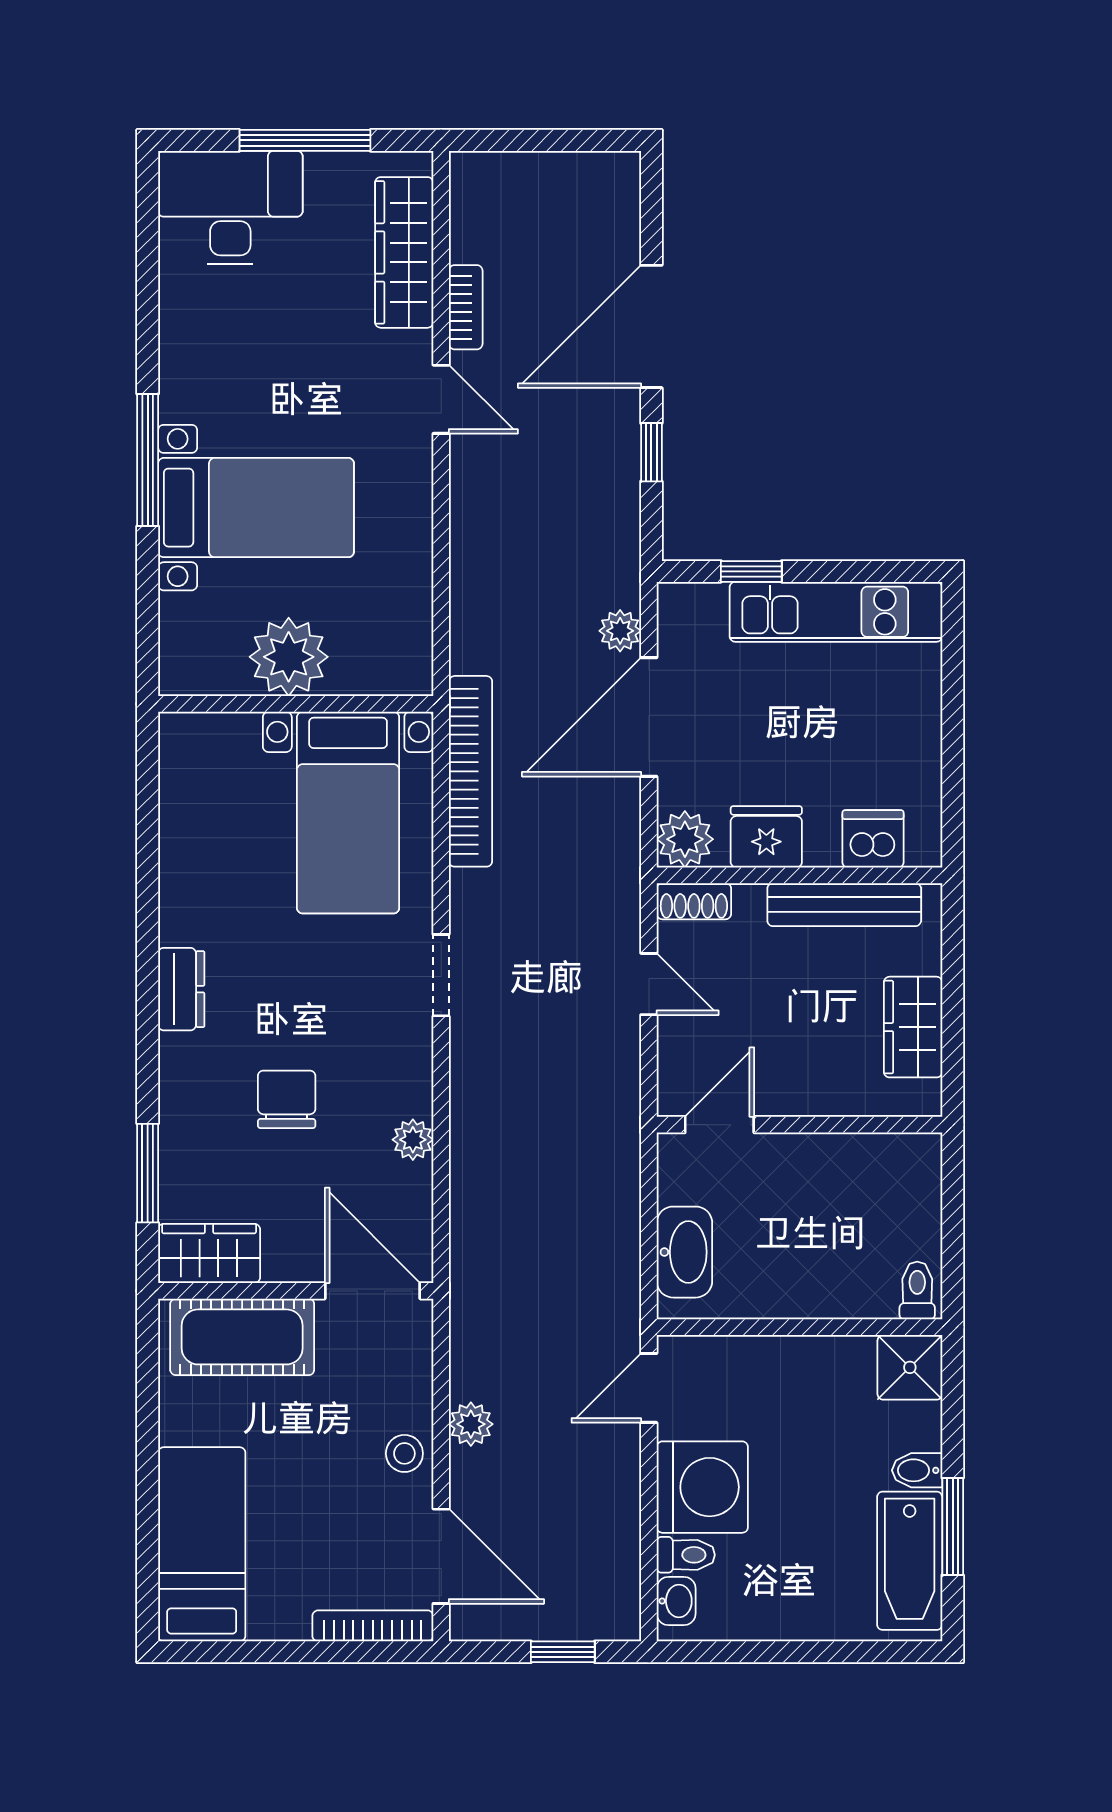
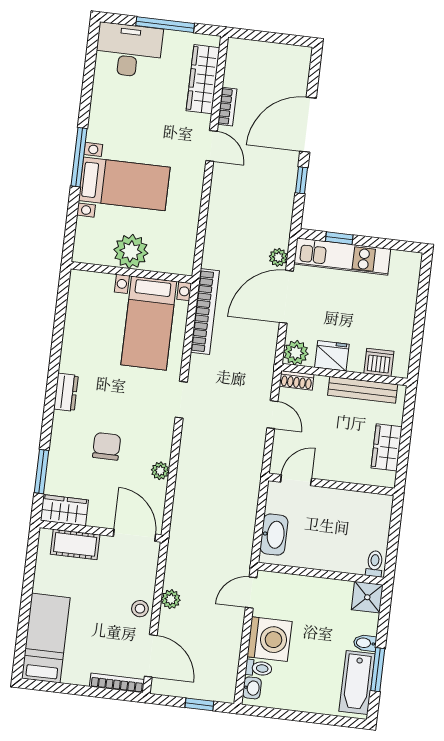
kitchen unit: (836, 612) -> (342, 256), moved
cot: (242, 1337) -> (75, 544), width x0.73, depth x0.75

